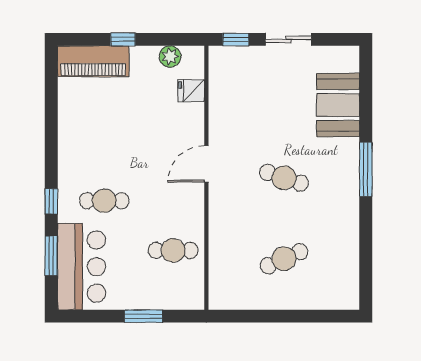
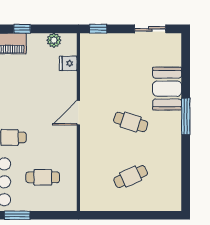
sliding door: (289, 39) -> (150, 29), moved
booth: (338, 105) -> (167, 89), moved
cafe table: (173, 250) -> (43, 177), moved
window: (143, 316) -> (17, 215), moved

